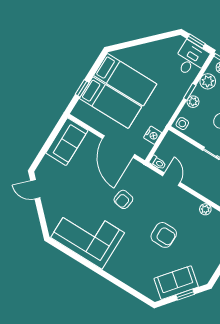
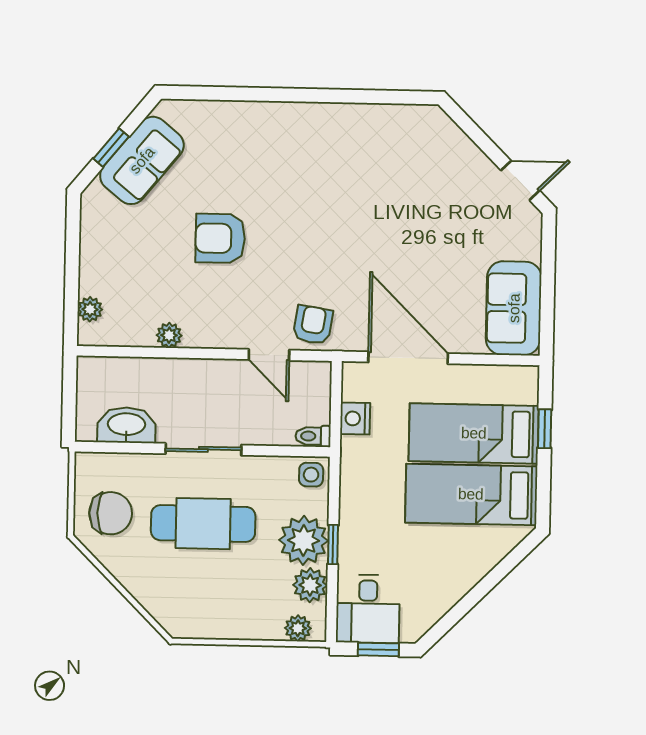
plant: (193, 102) -> (304, 540), width x1.87, depth x1.87
toilet: (158, 163) -> (313, 436), moved
armchair: (123, 199) -> (313, 325), moved
corner sofa: (88, 235) -> (367, 151), removed

